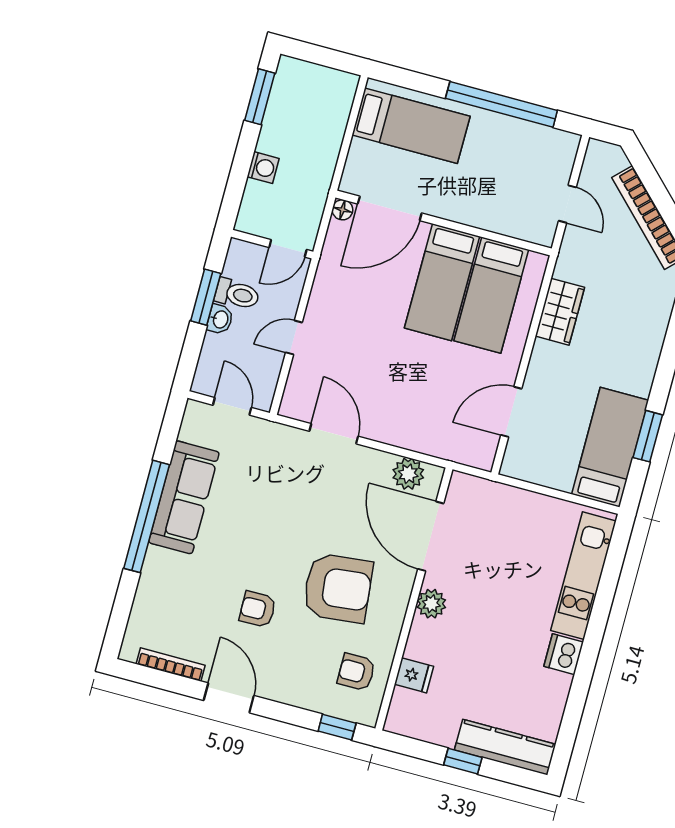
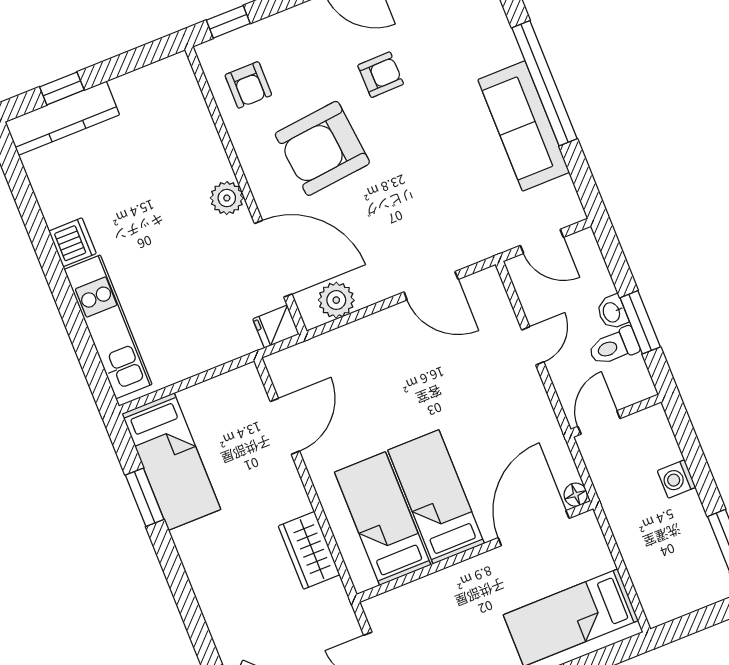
armchair: (356, 672) -> (248, 85), turned 90
fridge: (414, 675) -> (276, 327), moved
window: (463, 761) -> (62, 88), moved

